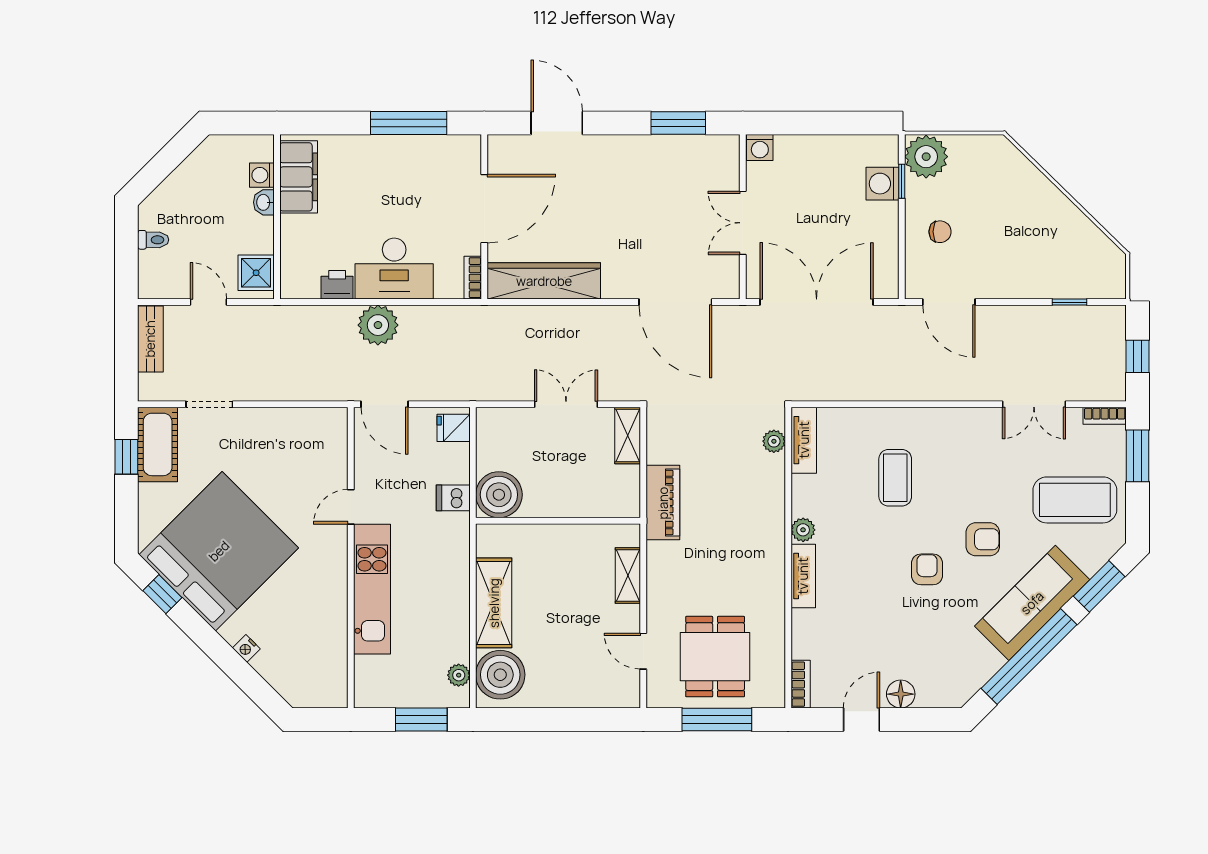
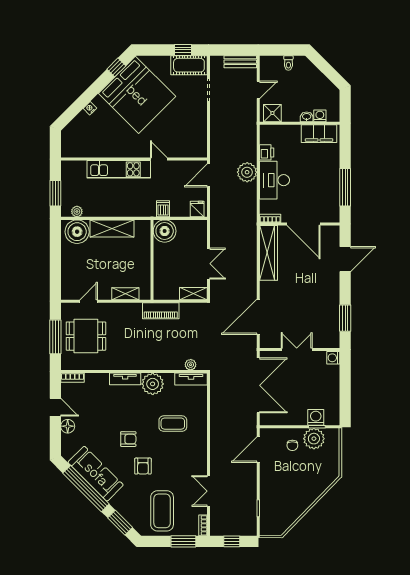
plant: (926, 157) -> (314, 439), moved
plant: (803, 530) -> (153, 384), width x1.87, depth x1.87
sofa: (1032, 603) -> (96, 474), moved

